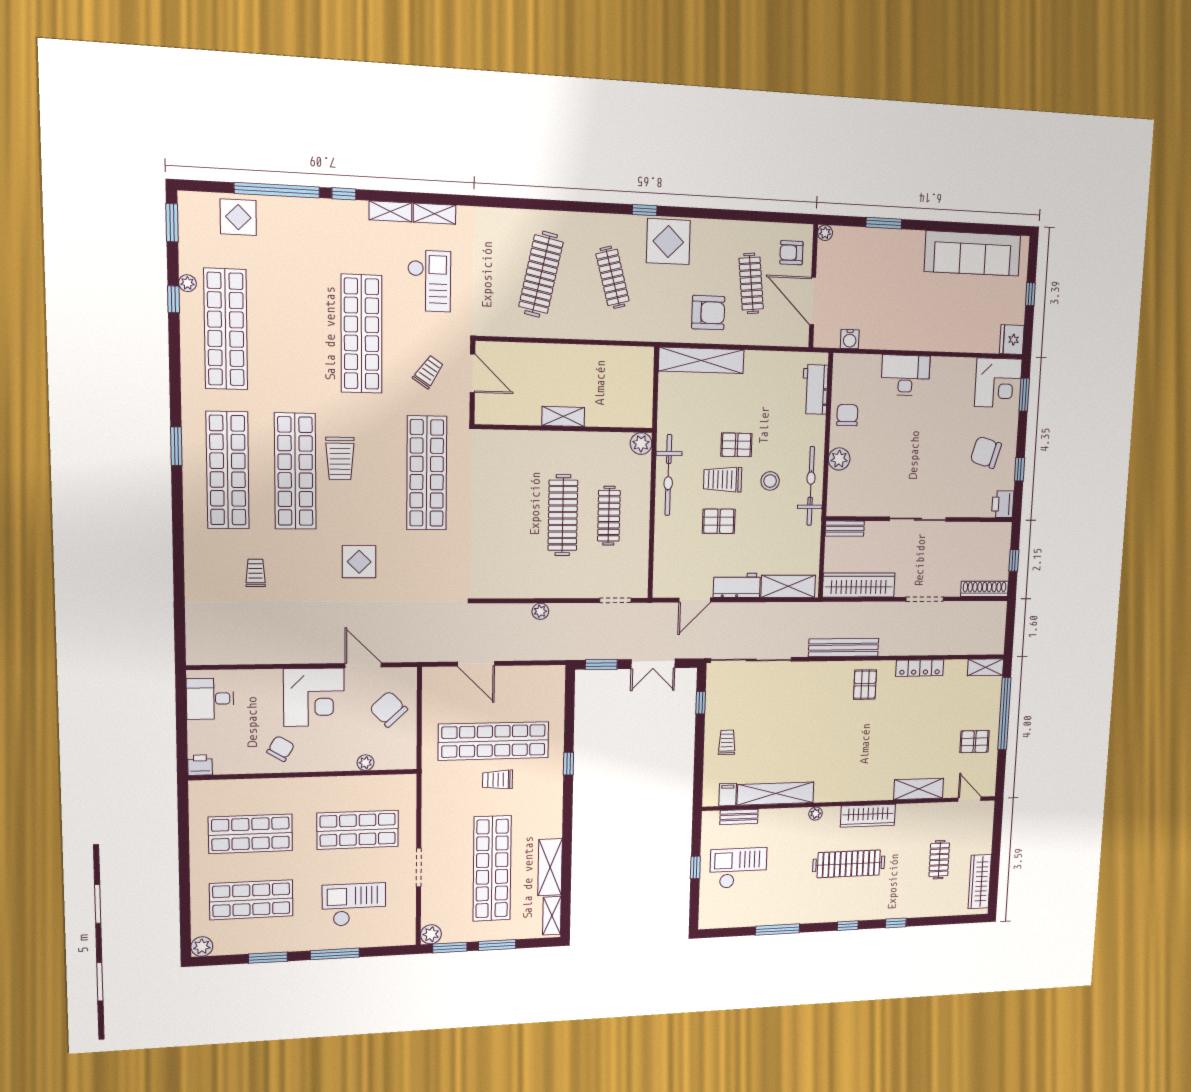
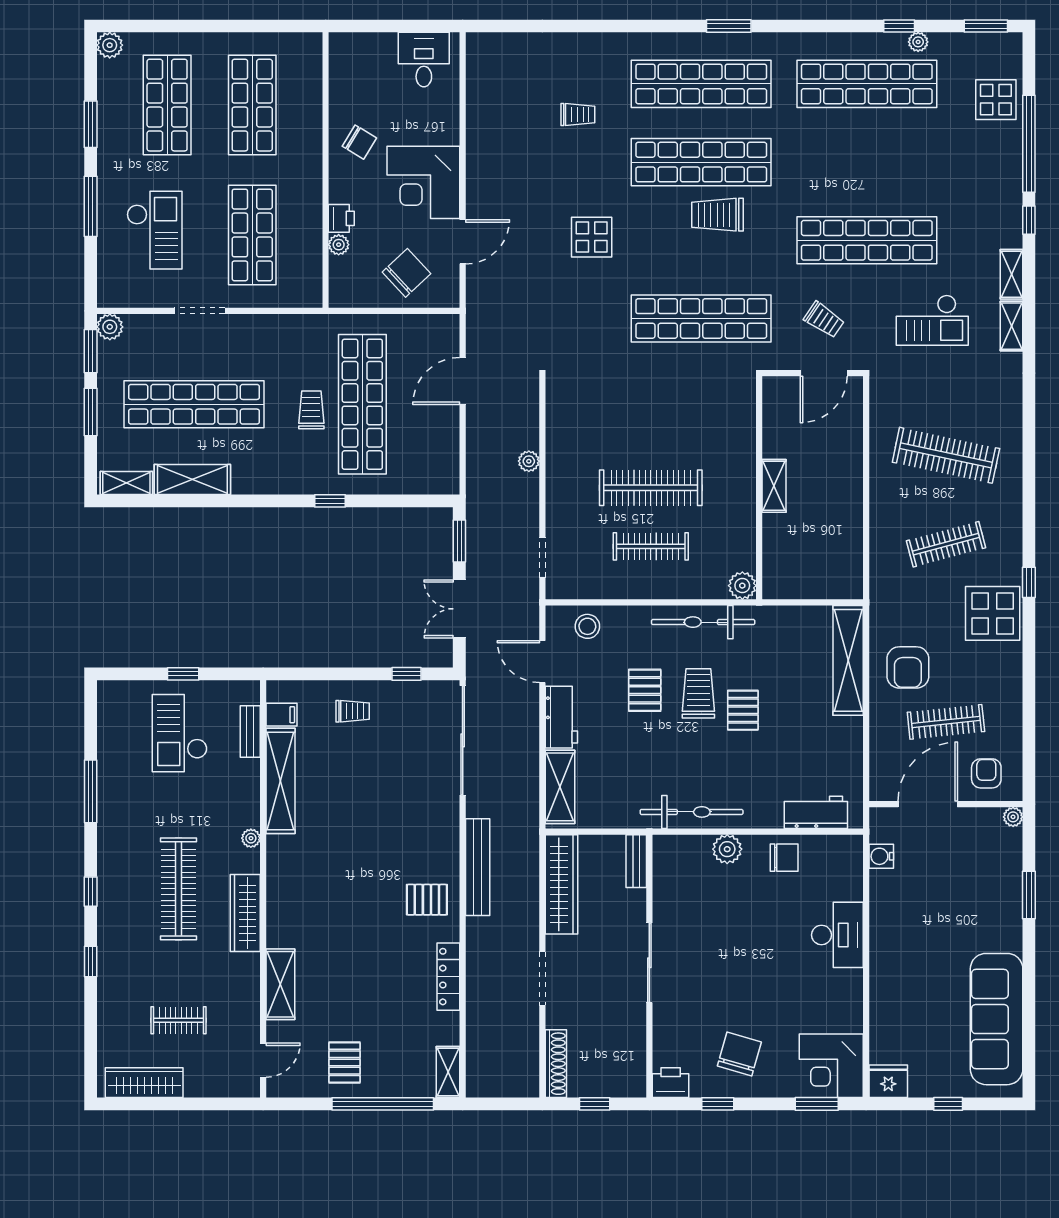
stool: (770, 481) -> (587, 626), moved
printer: (200, 765) -> (341, 218), moved
checkout: (738, 868) -> (180, 733), turned 180

